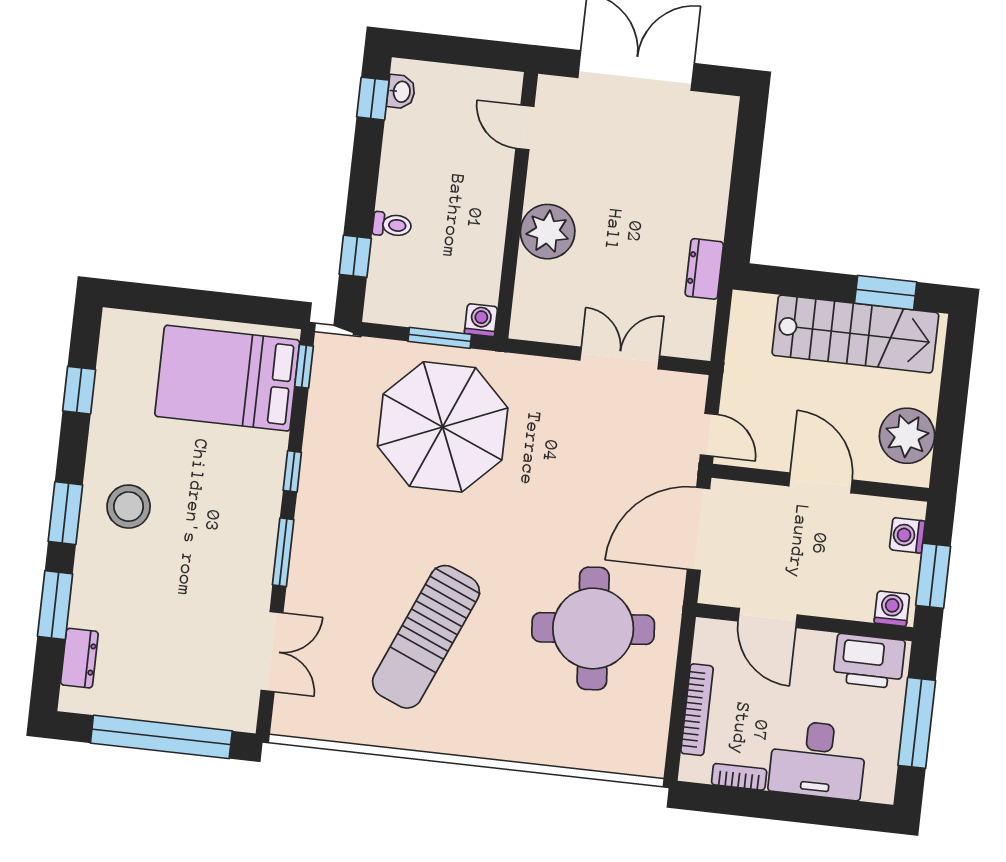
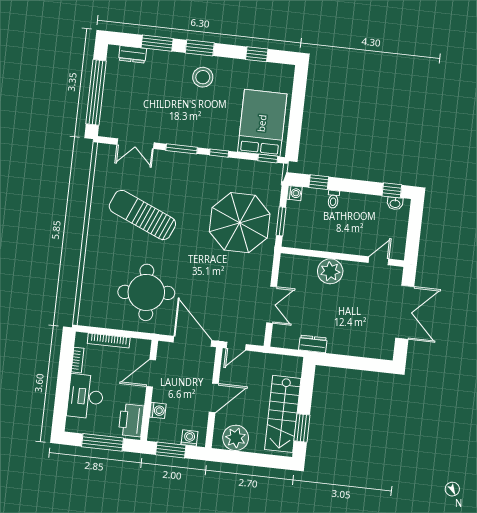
washing machine: (481, 320) -> (294, 193), moved
washing machine: (892, 609) -> (158, 410), moved

